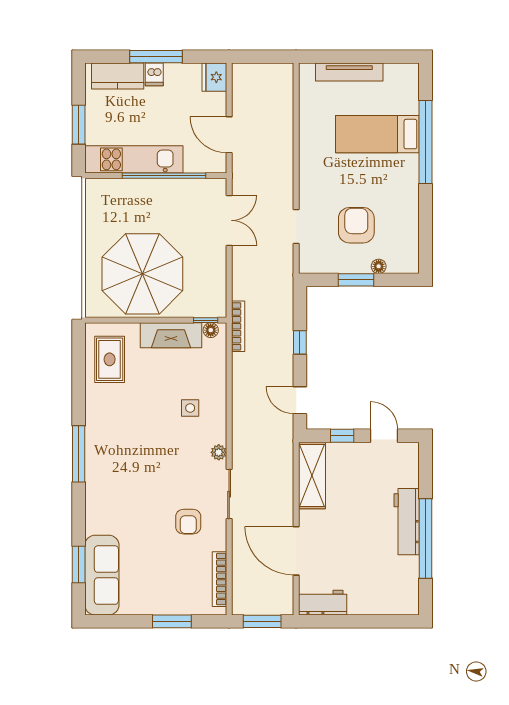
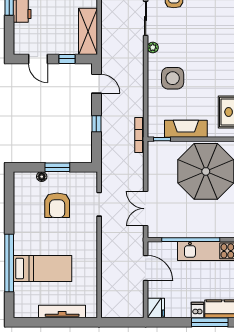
window: (156, 57) -> (210, 322), moved
floor lamp: (211, 330) -> (158, 132), removed
side table: (190, 408) -> (173, 78), width x1.87, depth x1.87

